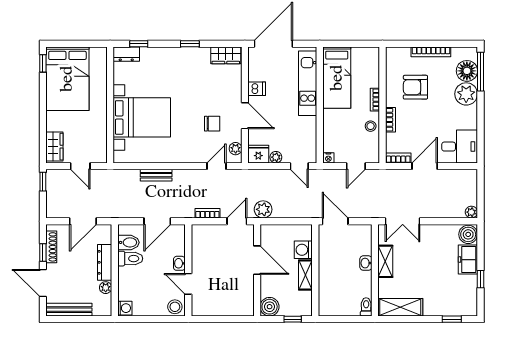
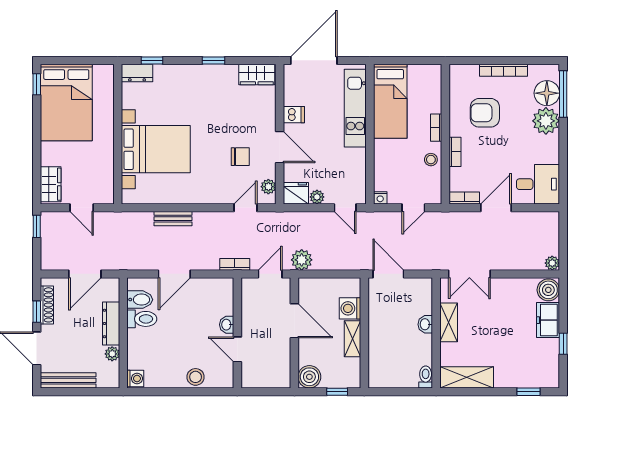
washbasin: (179, 263) -> (227, 325), moved
wall: (188, 270) -> (237, 333), moved
door: (188, 284) -> (237, 349), moved

